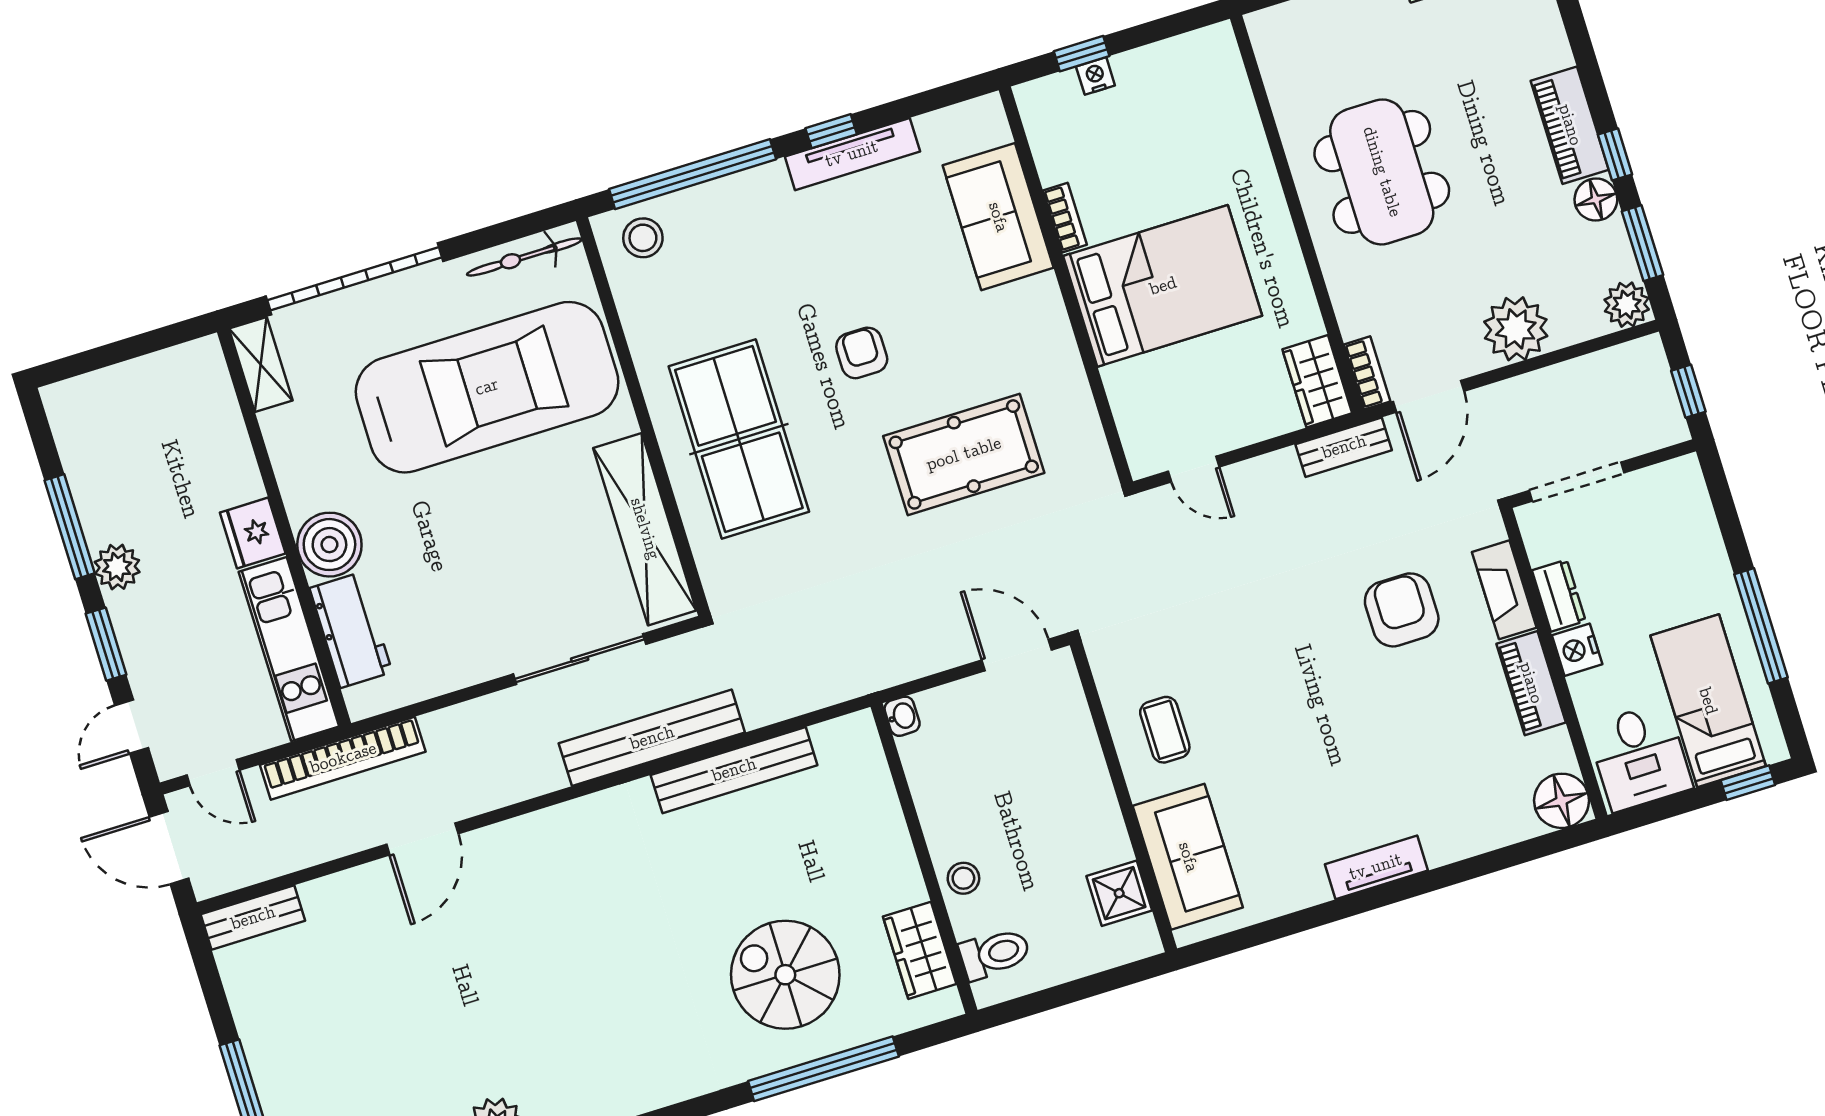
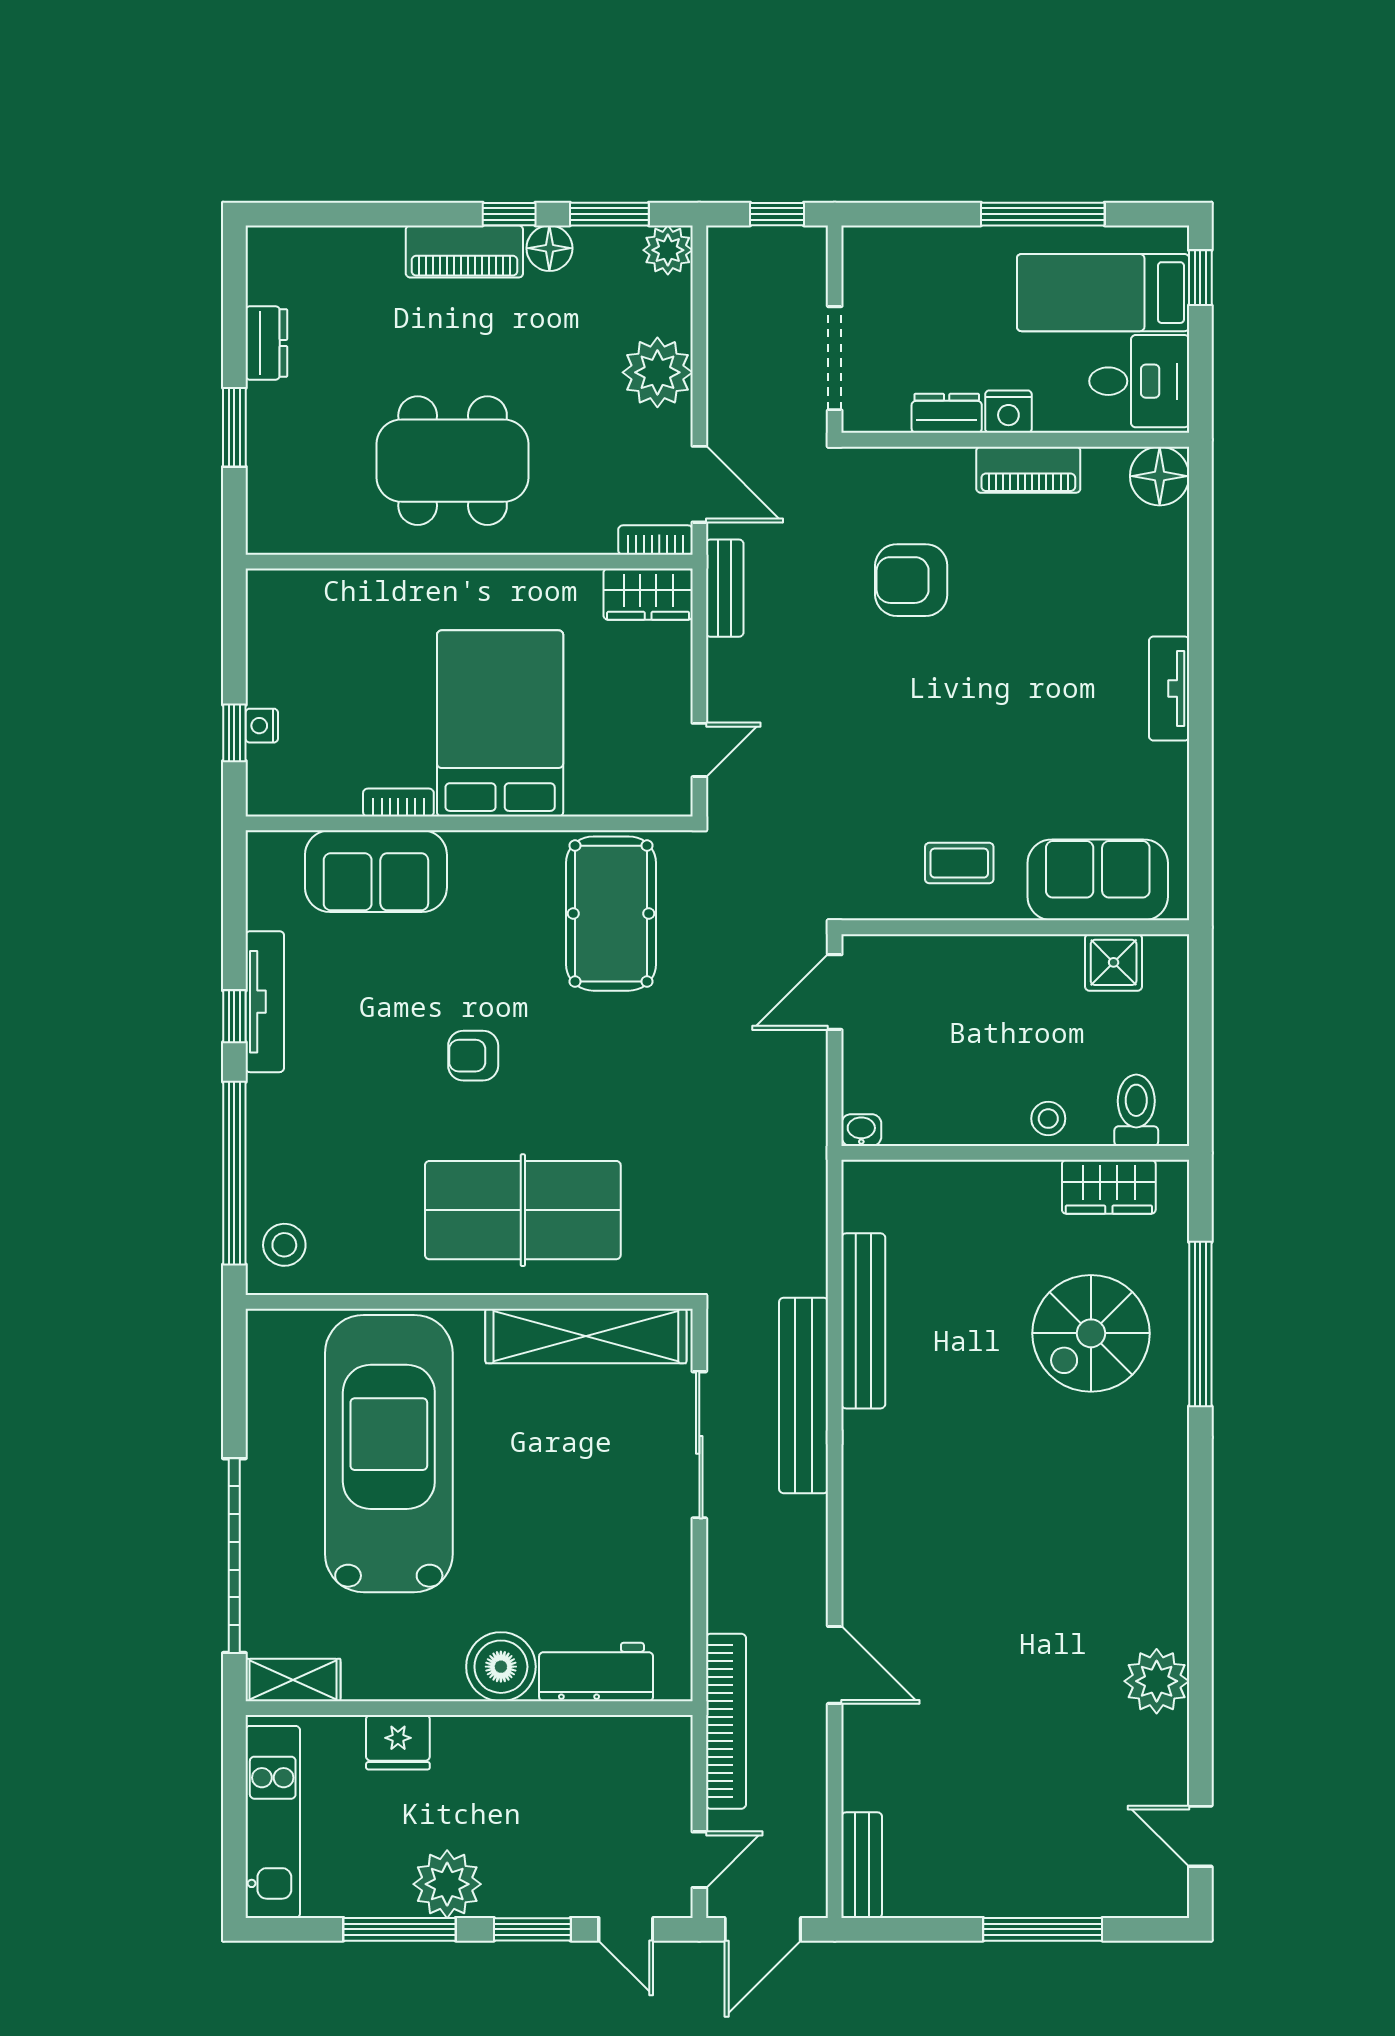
bicycle: (524, 257) -> (266, 1373), removed
pool table: (964, 454) -> (611, 914), moved
fridge: (253, 533) -> (398, 1742), moved
plant: (117, 567) -> (447, 1884), width x1.36, depth x1.36
fireplace: (1504, 590) -> (923, 468), removed
kitchen unit: (289, 649) -> (273, 1822), moved, turned -90

